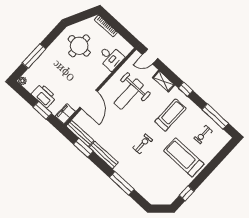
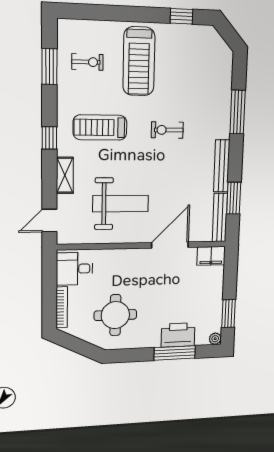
desk: (111, 57) -> (75, 269), moved, turned -90
door: (150, 57) -> (49, 220), swing flipped
printer: (44, 96) -> (178, 335), moved, turned 90
window: (42, 110) -> (229, 314), moved
window: (215, 116) -> (49, 67), width x0.69

